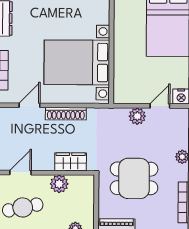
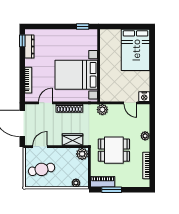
door: (160, 106) -> (130, 103), swing flipped
plant: (137, 116) -> (102, 110), moved
plant: (59, 184) -> (82, 154), moved

